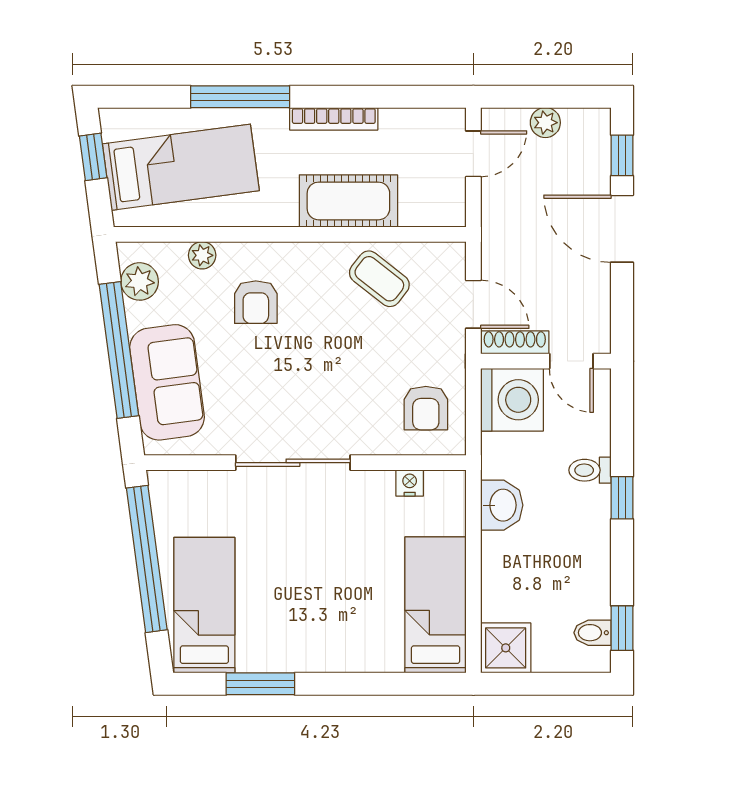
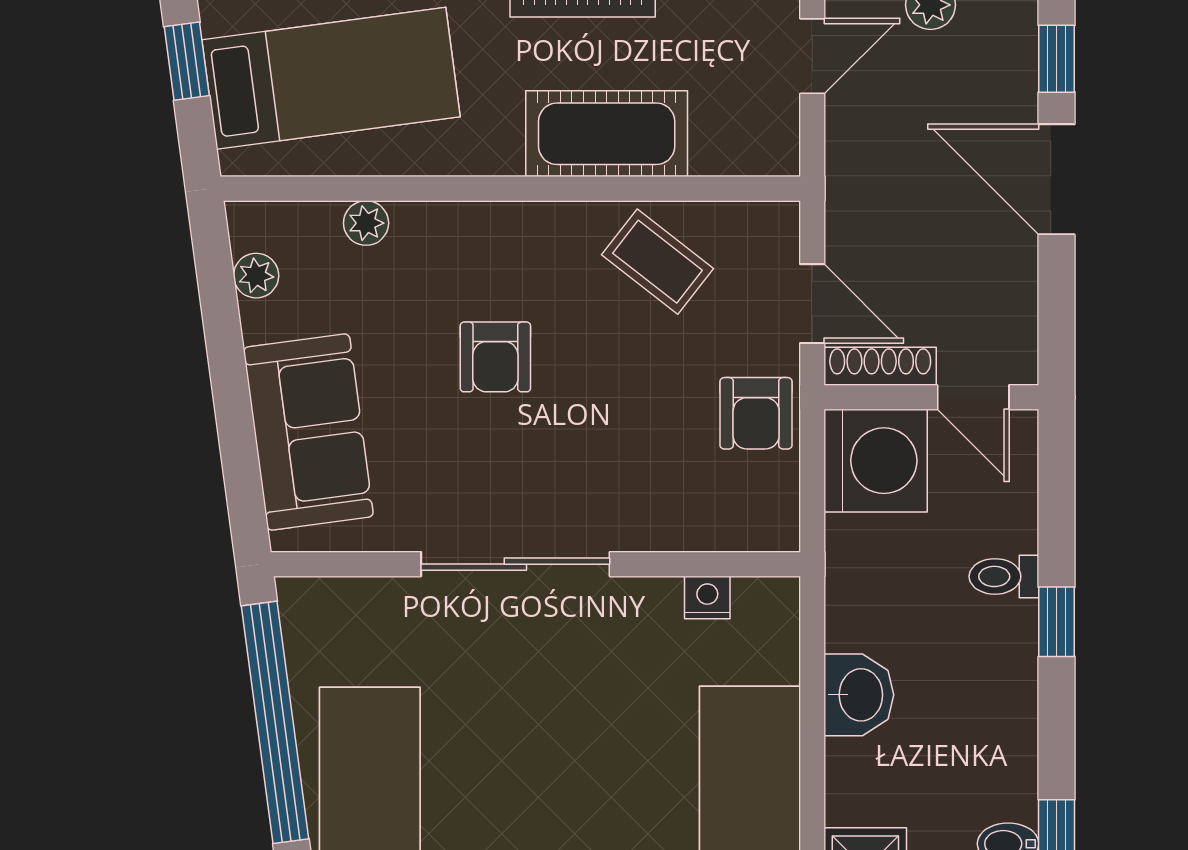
plant: (140, 281) -> (256, 276), width x0.73, depth x0.73
armchair: (256, 302) -> (495, 357), moved
window: (119, 350) -> (229, 379), removed
armchair: (426, 408) -> (756, 413), moved
washbasin: (502, 505) -> (859, 695), moved

